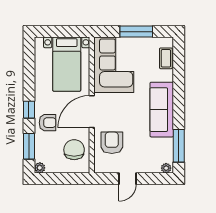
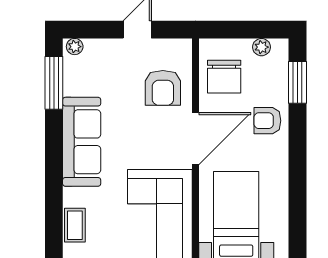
window: (29, 110) -> (298, 142), removed
plant: (40, 168) -> (261, 47), moved

